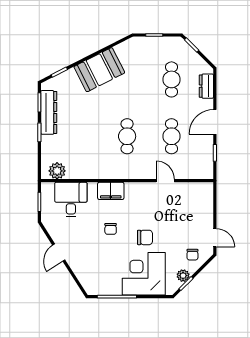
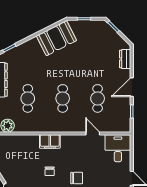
booth: (99, 70) -> (56, 38), moved
cafe table: (172, 79) -> (28, 98), moved
desk: (71, 200) -> (118, 148), moved

